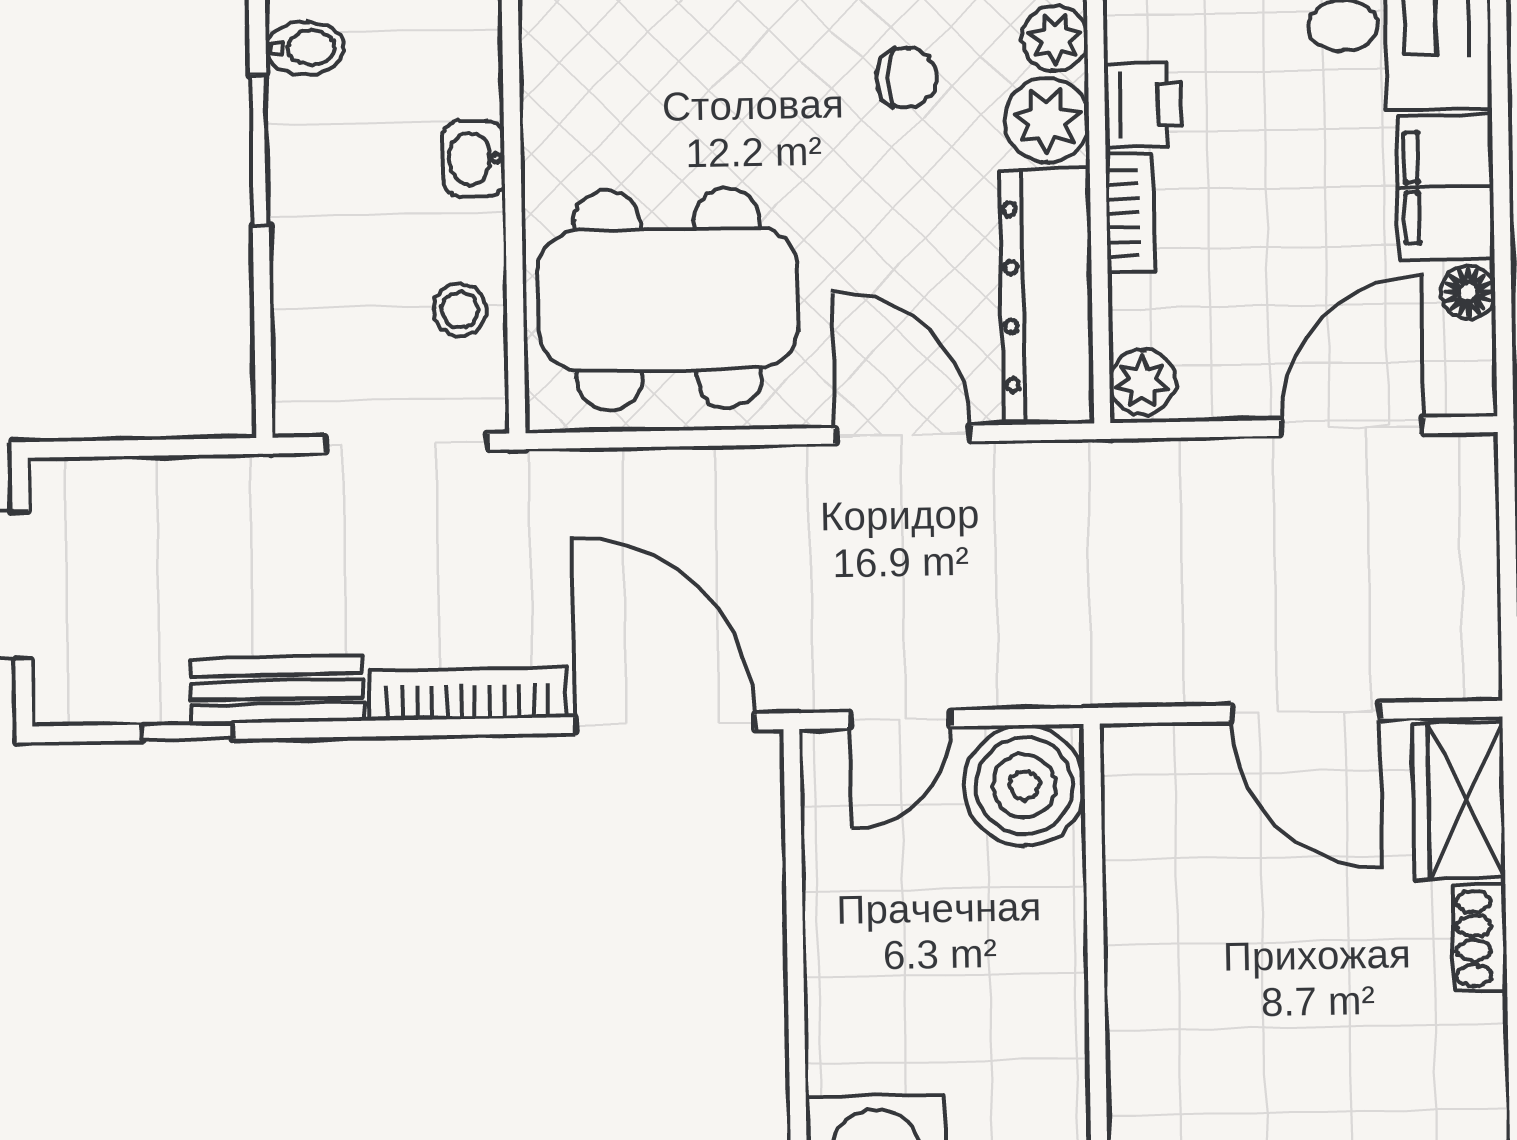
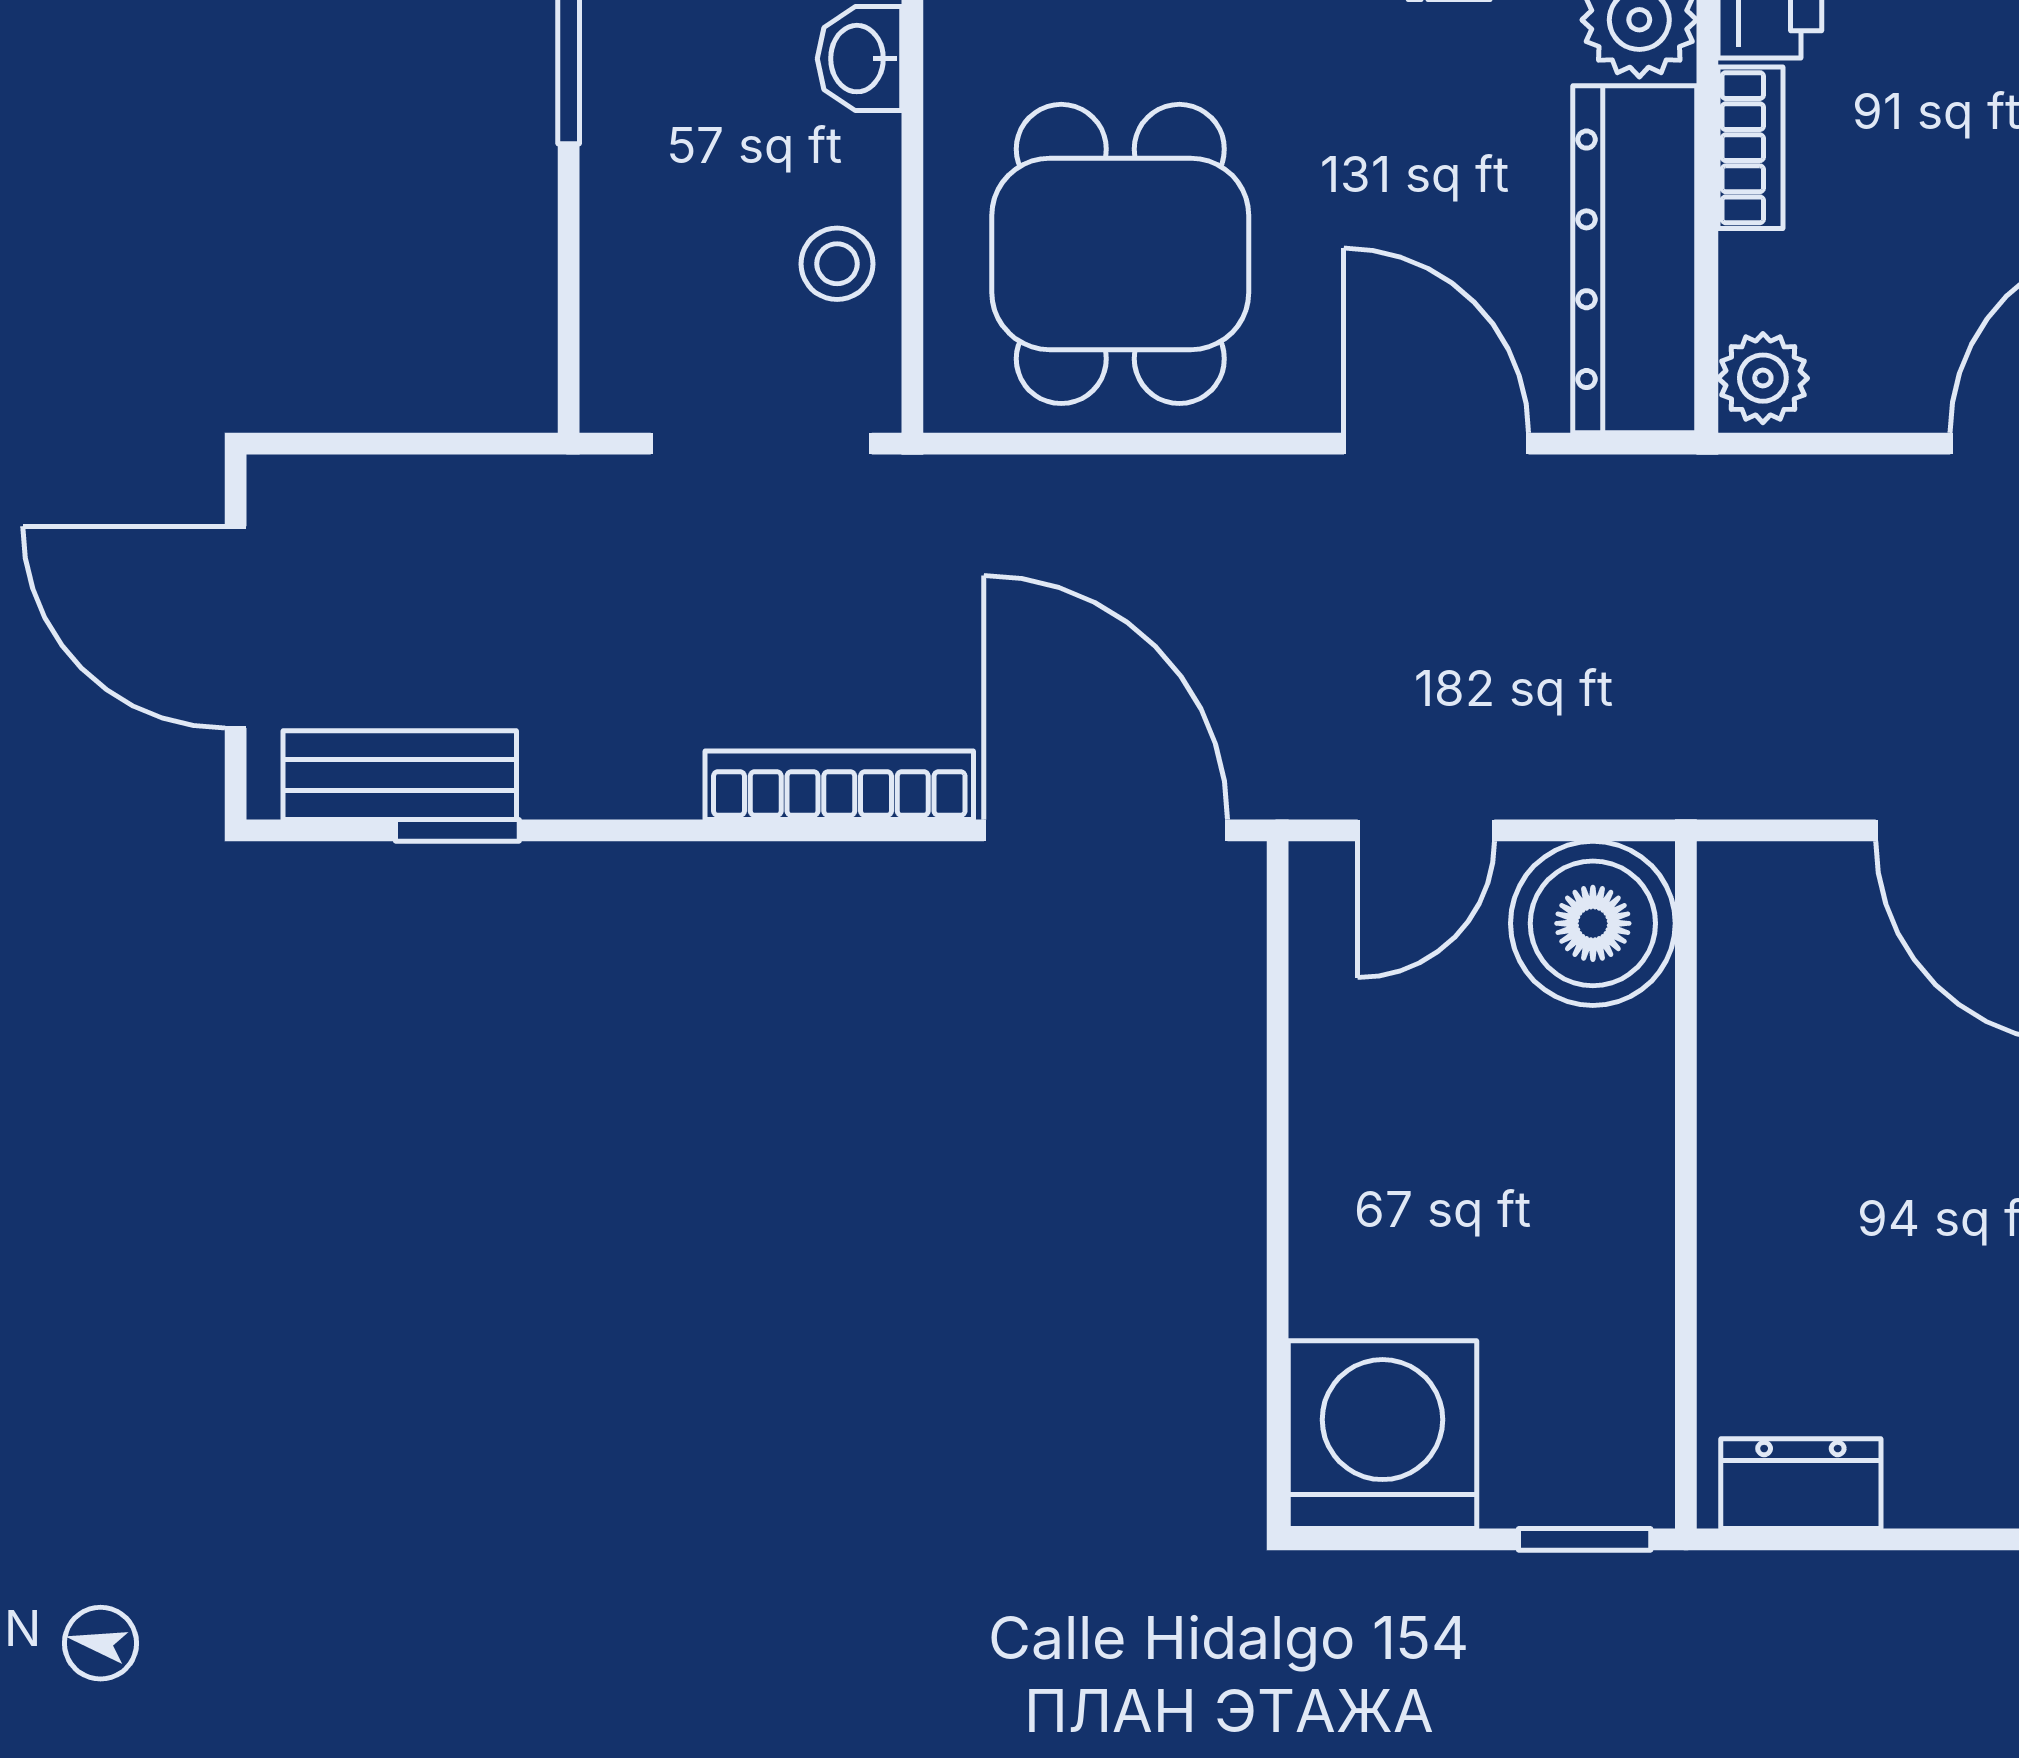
dining table: (668, 299) -> (1120, 254), width x0.73
bench: (277, 689) -> (400, 775), moved

